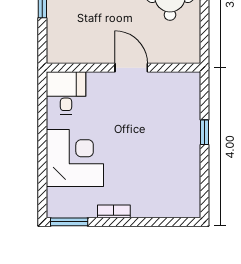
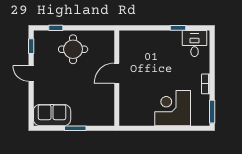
desk: (66, 93) -> (195, 43), moved, turned 90
window: (205, 132) -> (178, 28), moved

